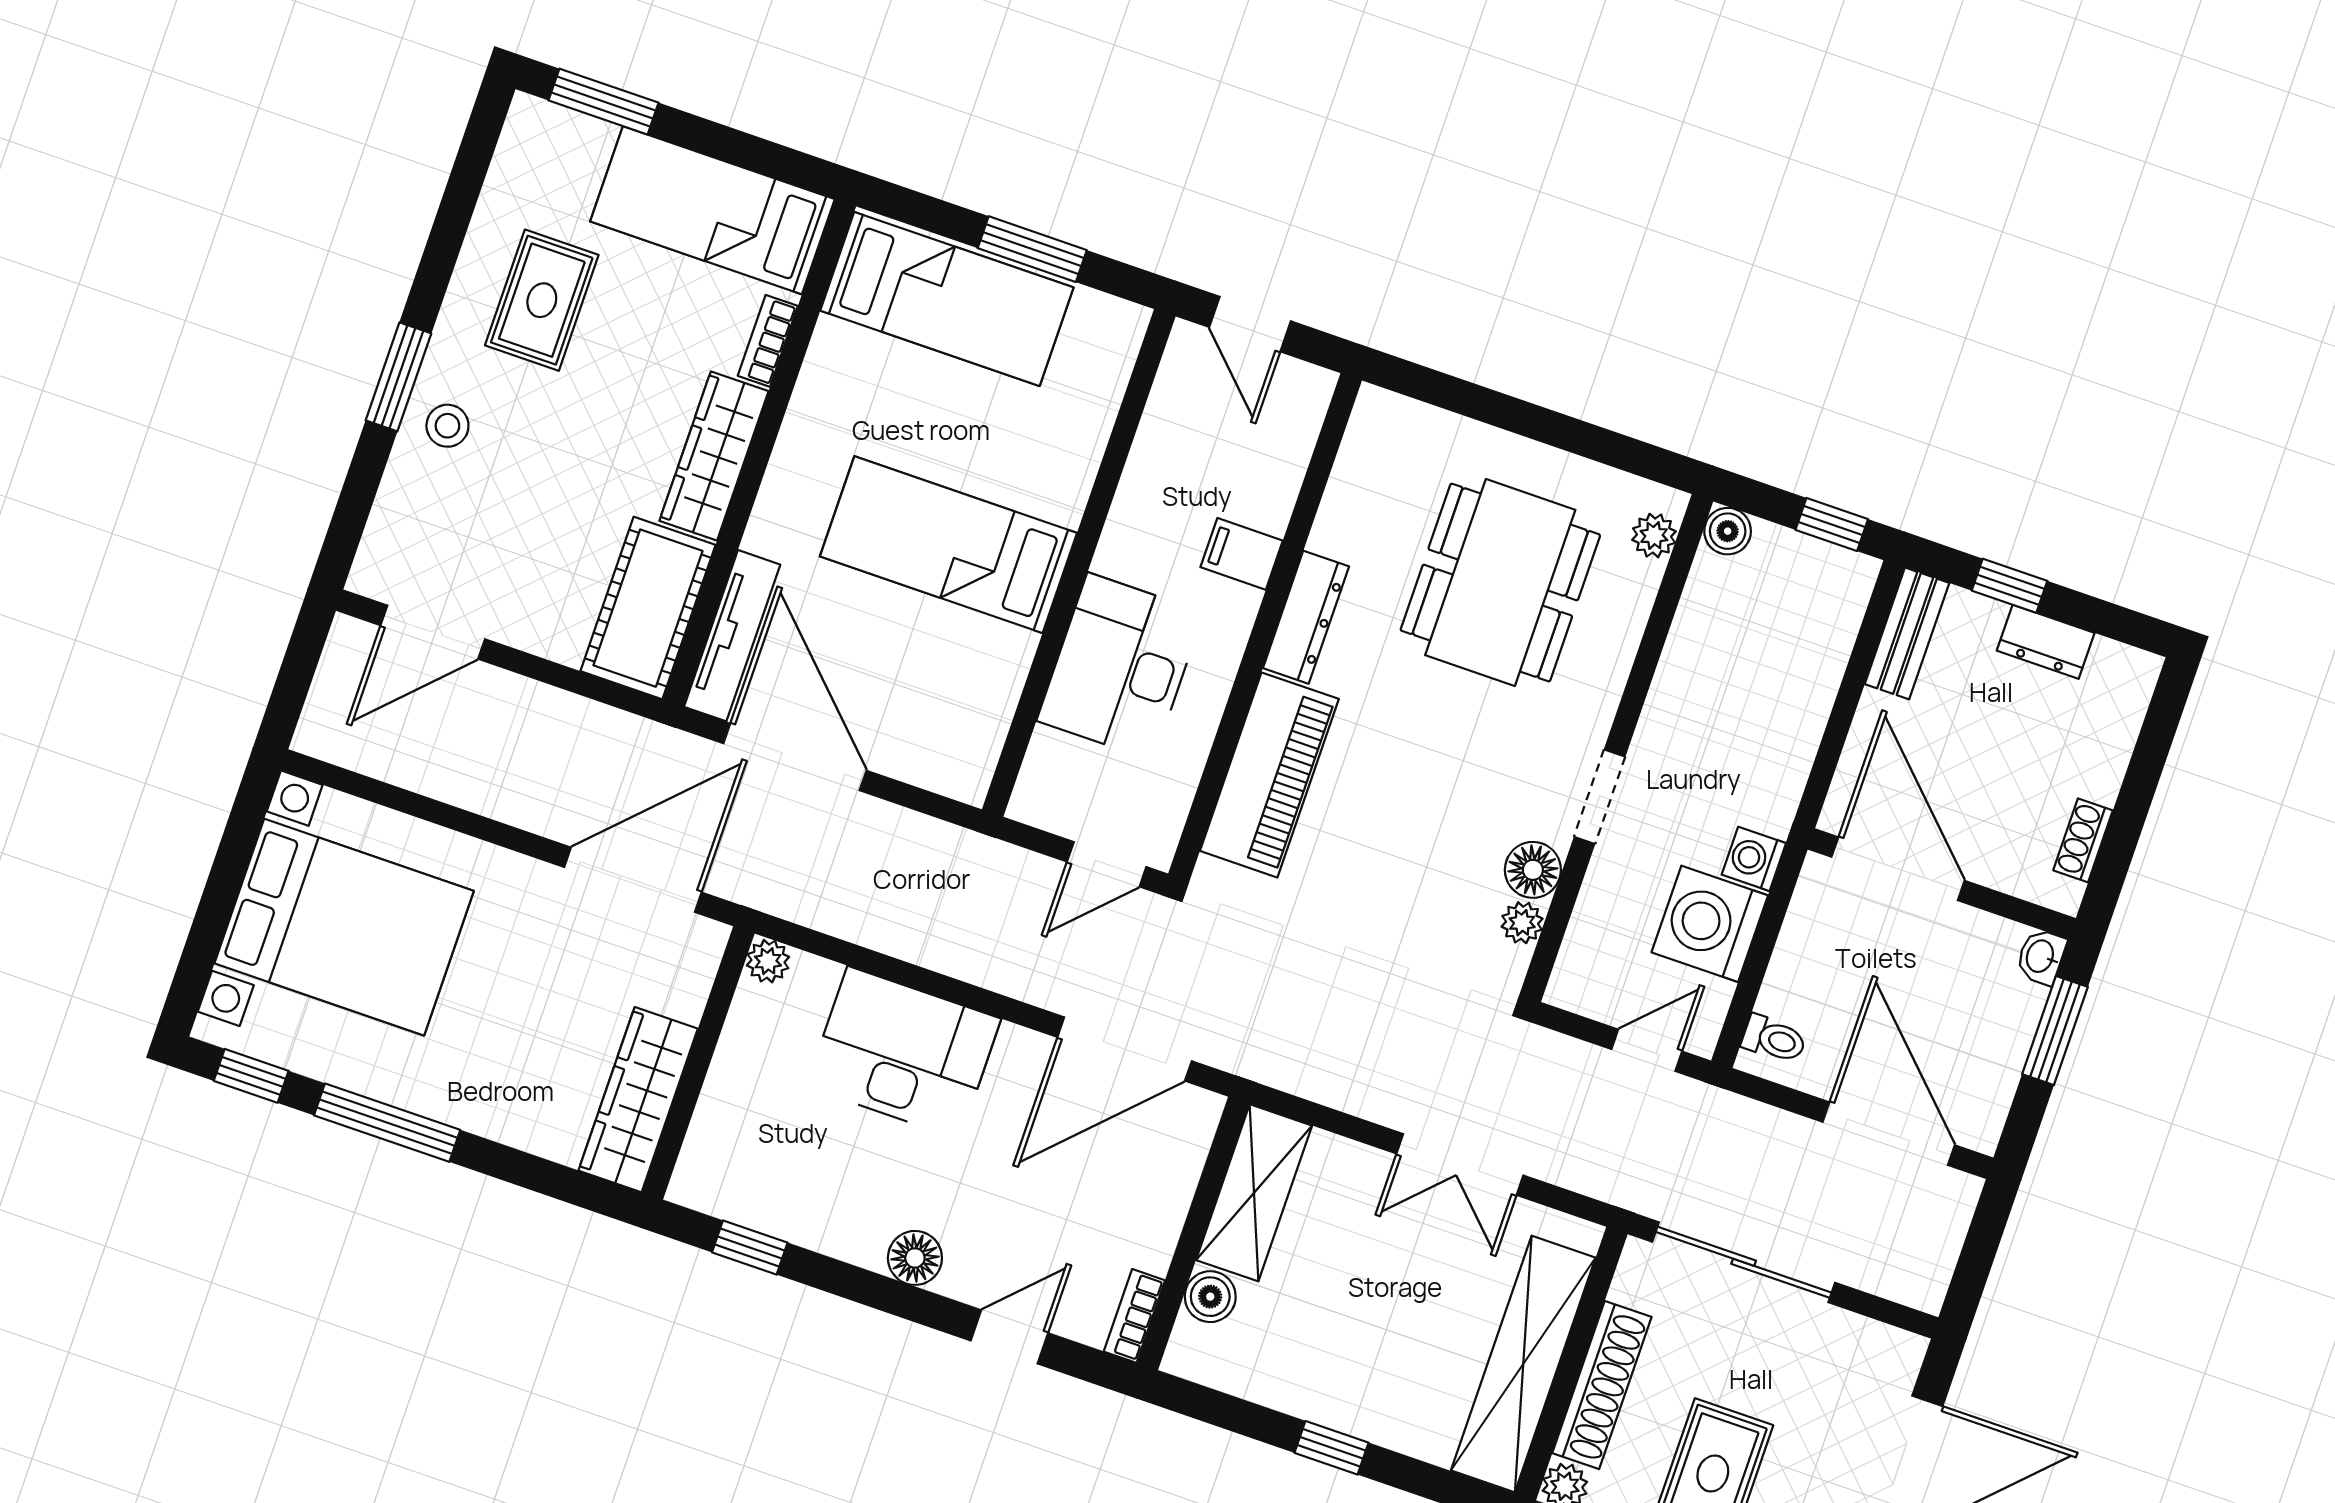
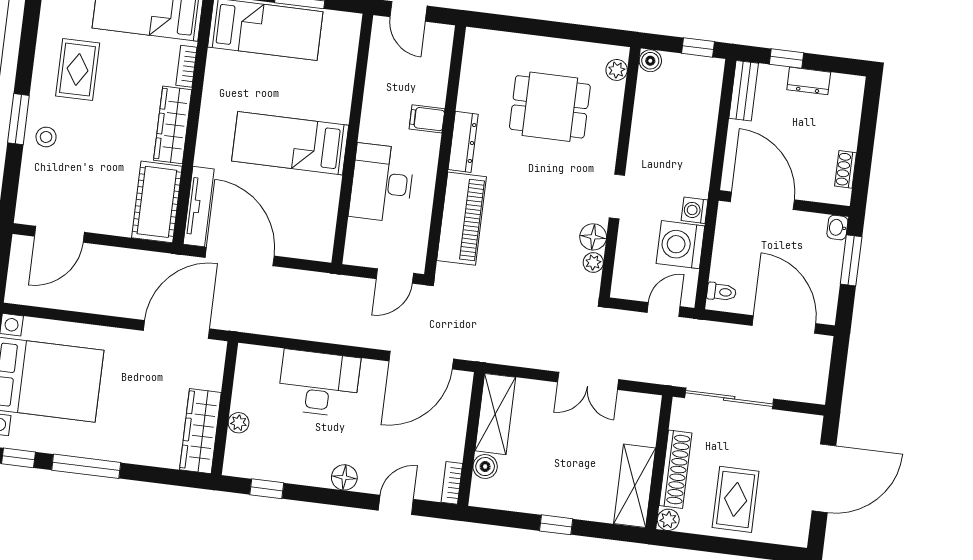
dining table: (1500, 583) -> (550, 107), width x0.73
plant: (768, 961) -> (239, 423), moved
shelving: (1523, 1364) -> (635, 486), width x0.68

